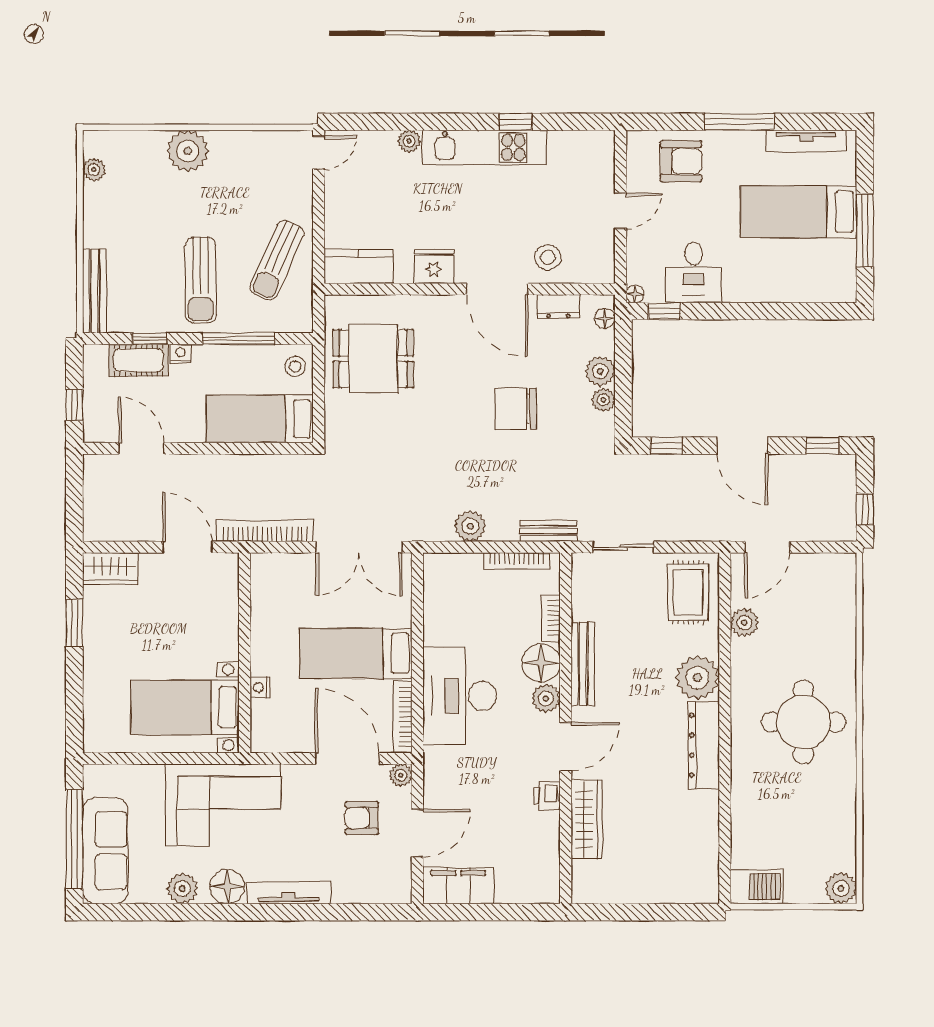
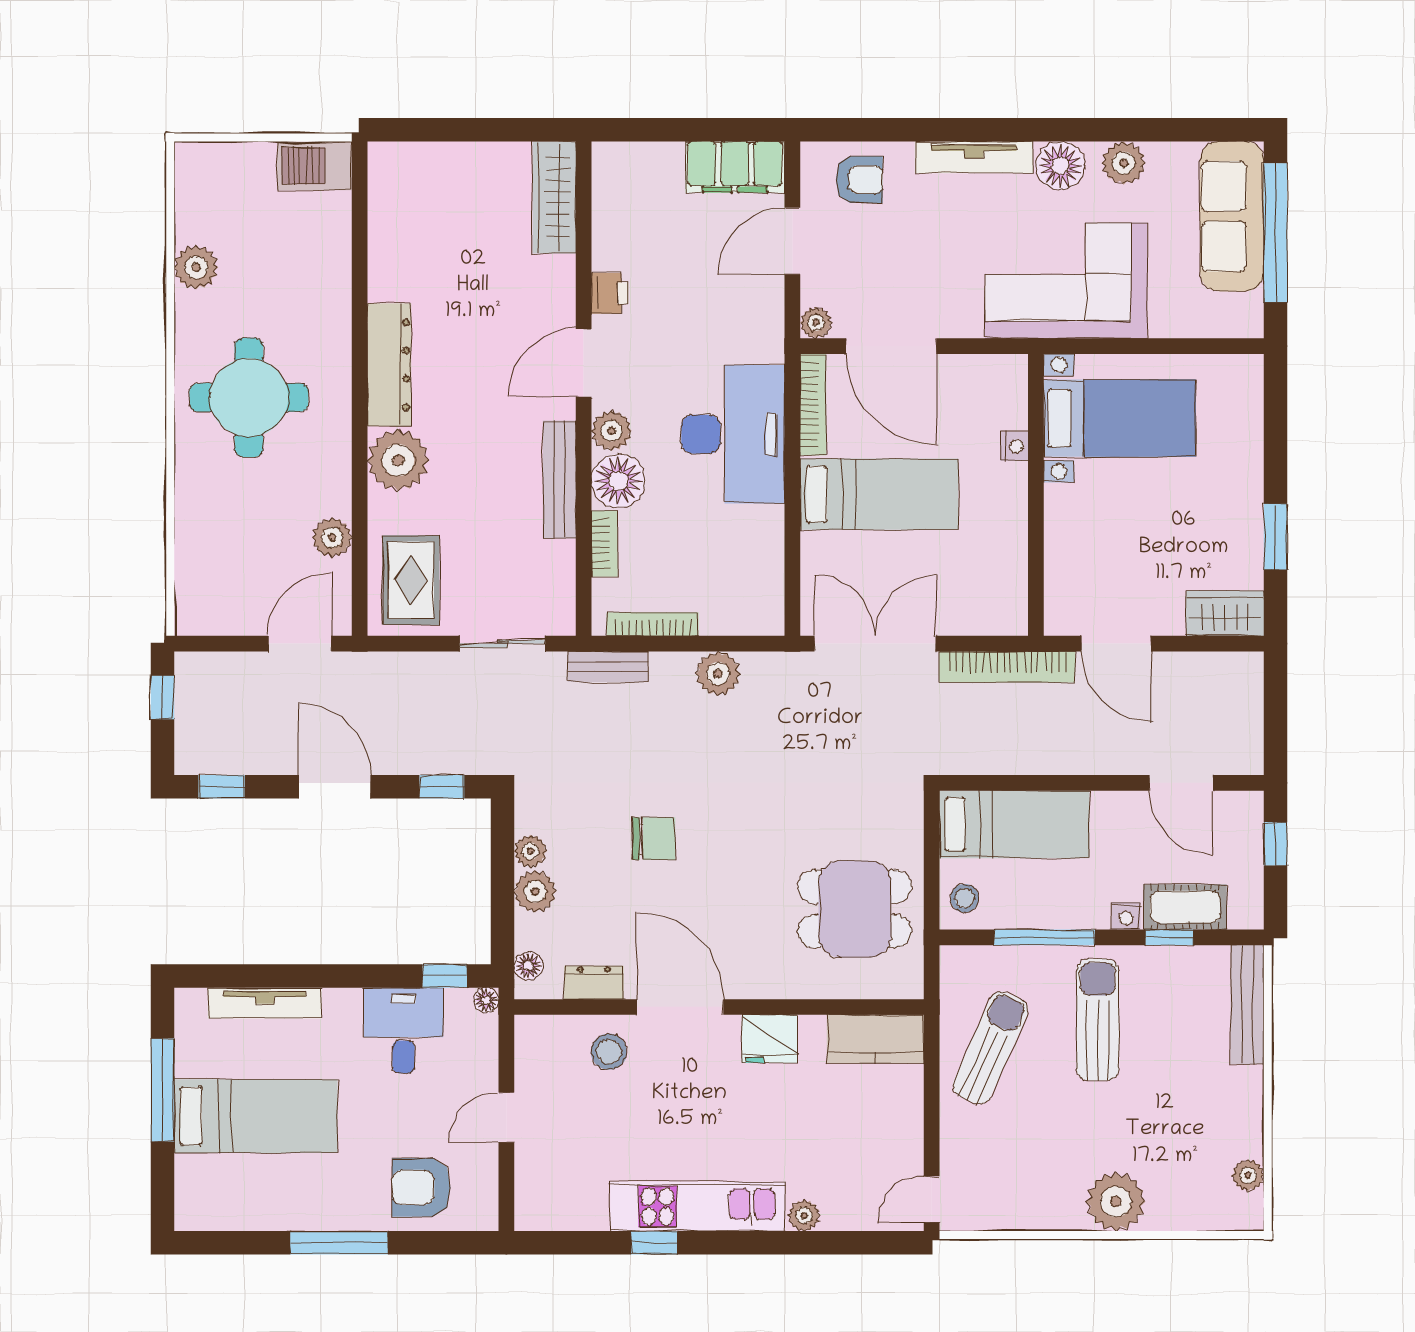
tv unit: (806, 141) -> (265, 1003), moved, turned 180
chair: (516, 409) -> (654, 839), width x0.73, depth x0.73
armchair: (362, 818) -> (859, 180), moved
wardrobe: (587, 819) -> (554, 197), moved
plant: (841, 888) -> (196, 267), moved

